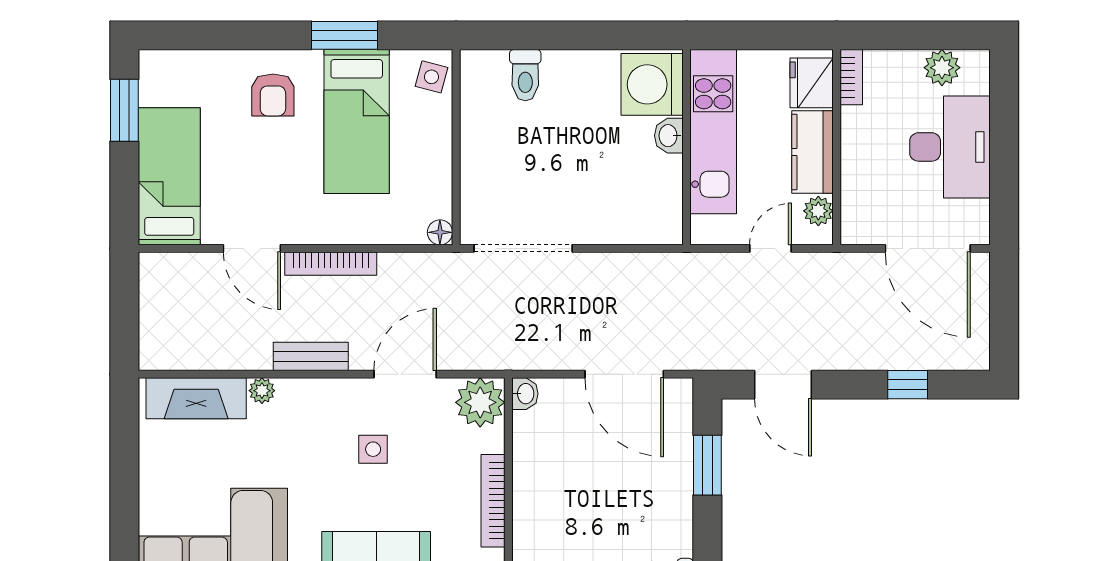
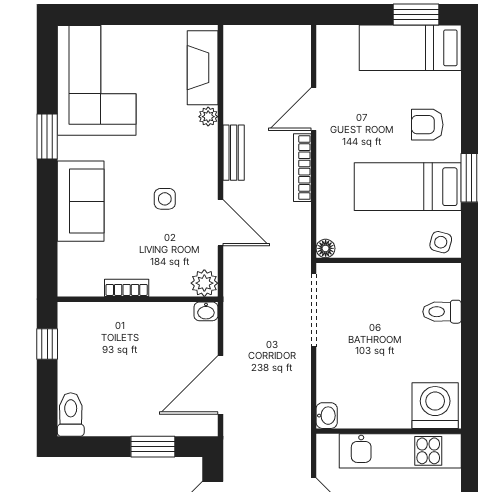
washbasin: (669, 136) -> (327, 416), moved, turned 90
bed: (169, 176) -> (410, 48), moved, turned 180
plant: (480, 402) -> (204, 283), width x0.73, depth x0.73
bookcase: (493, 501) -> (127, 288), width x0.64

